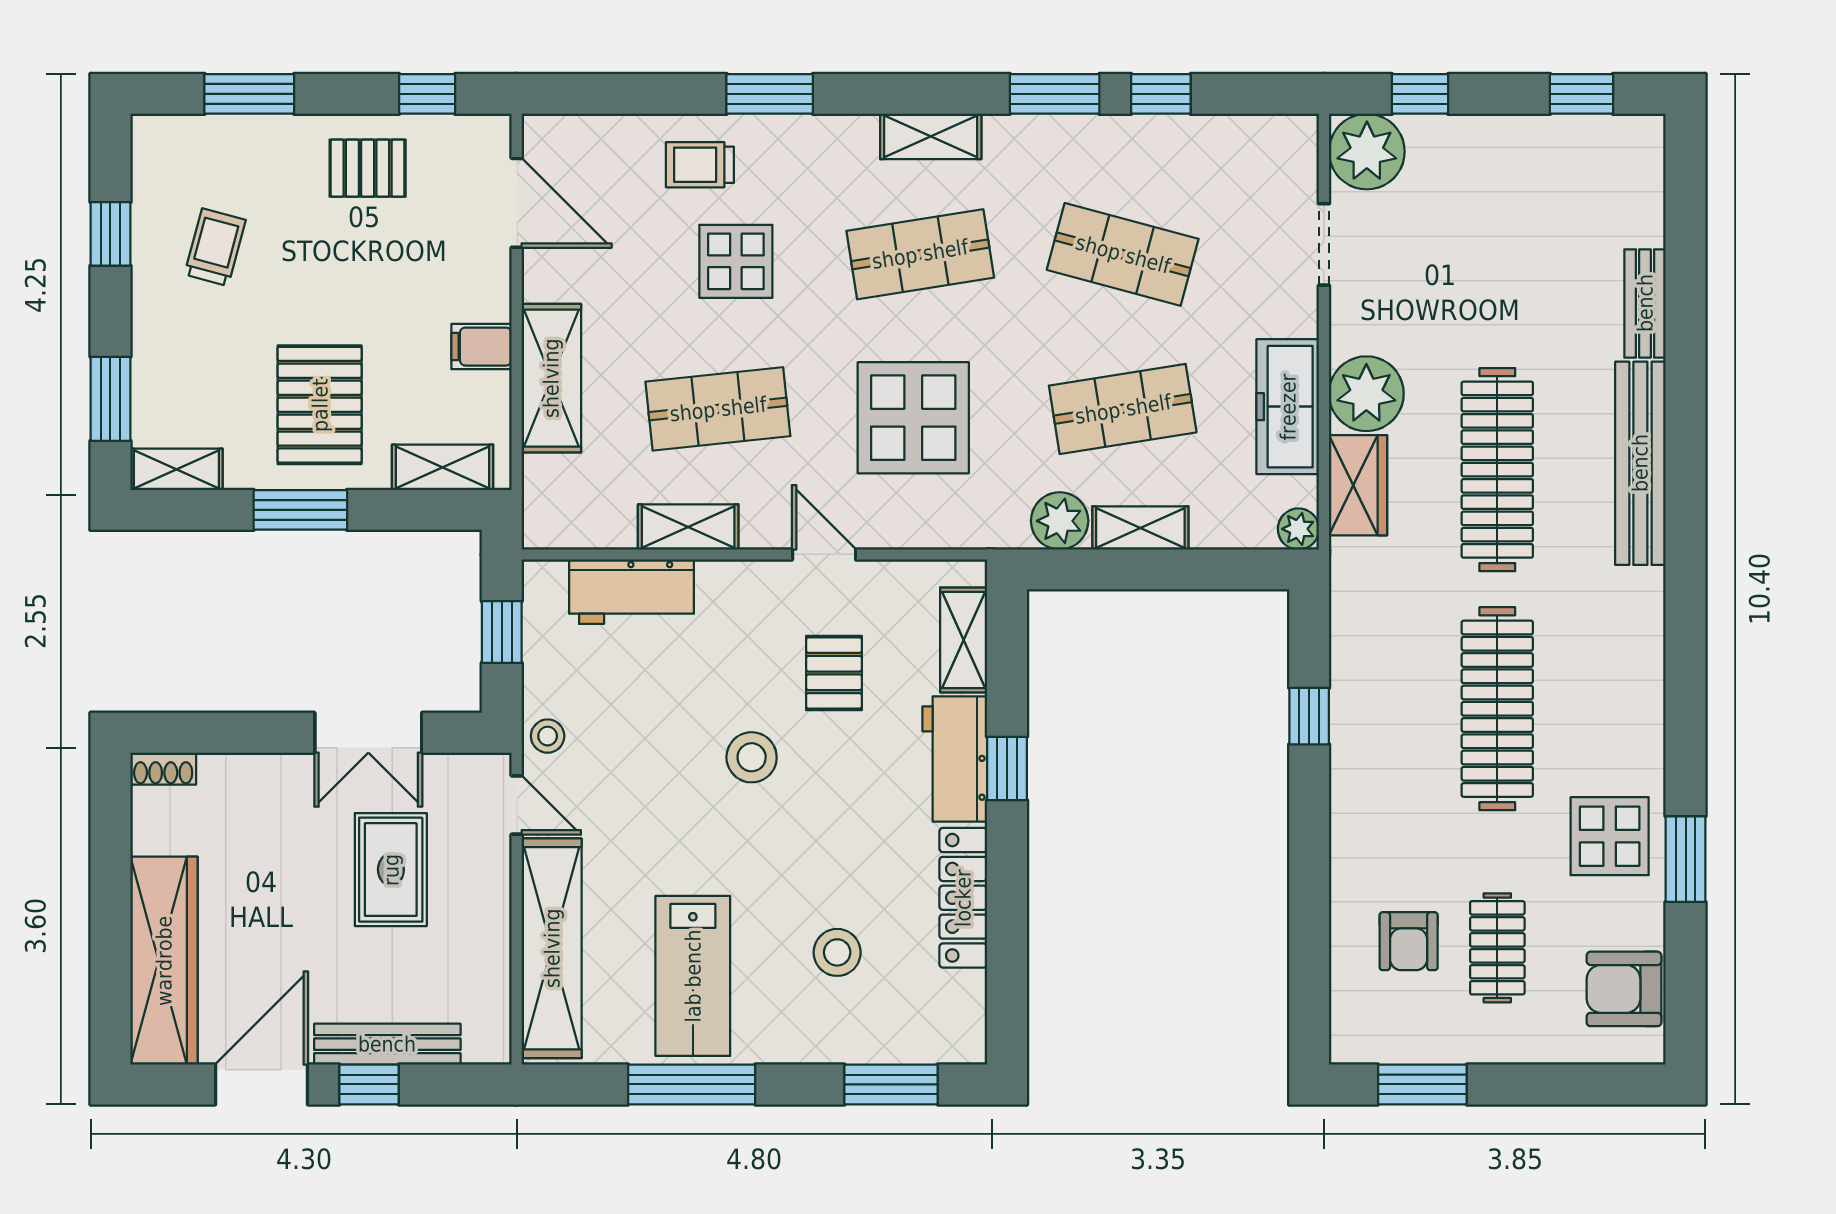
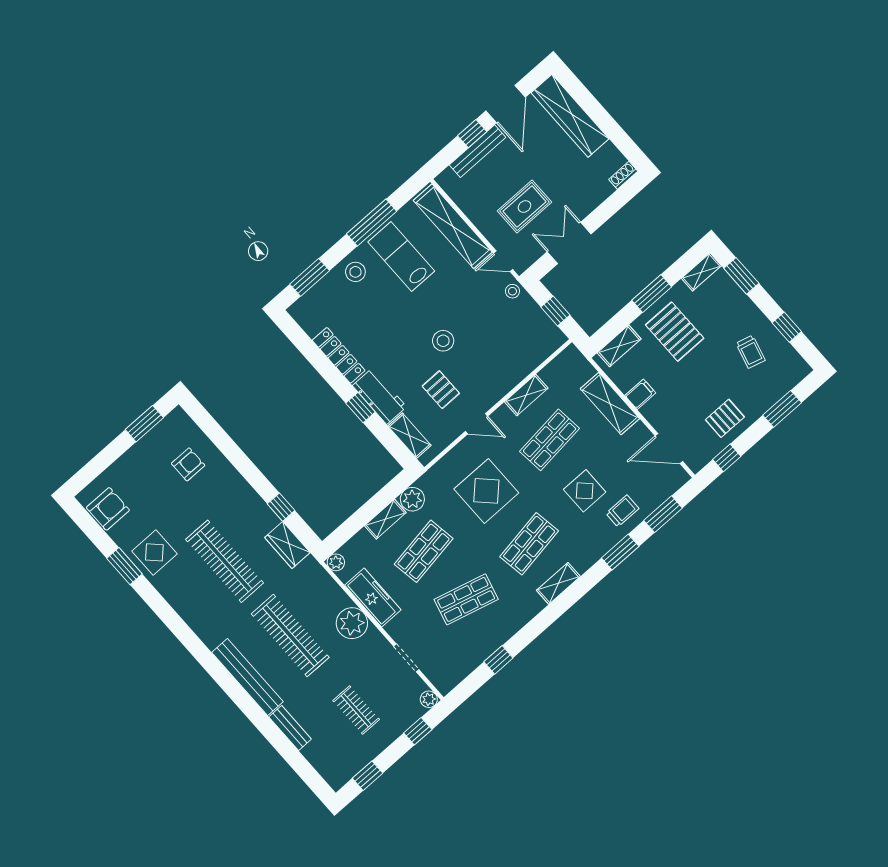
window: (1055, 94) -> (663, 514), moved
plant: (1367, 152) -> (429, 699), width x0.53, depth x0.53
wardrobe: (1358, 485) -> (287, 545), moved
workbench: (632, 592) -> (526, 359), removed
rug: (391, 870) -> (524, 206), turned 90
armchair: (1409, 941) -> (188, 464), turned 90
clothes rail: (1497, 948) -> (356, 710), moved
stool: (837, 952) -> (355, 272), moved

